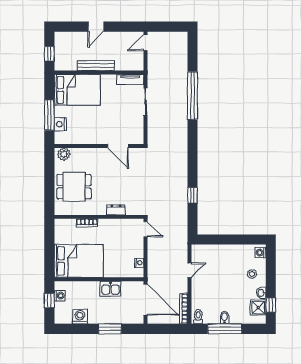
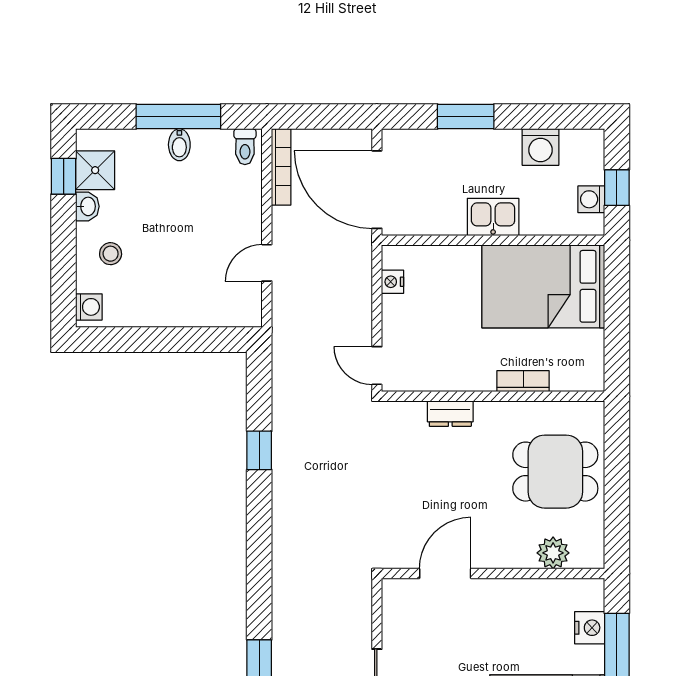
door: (118, 146) -> (445, 573), hinge flipped
plant: (64, 154) -> (553, 553), moved
kitchen sink: (110, 289) -> (493, 217), moved

